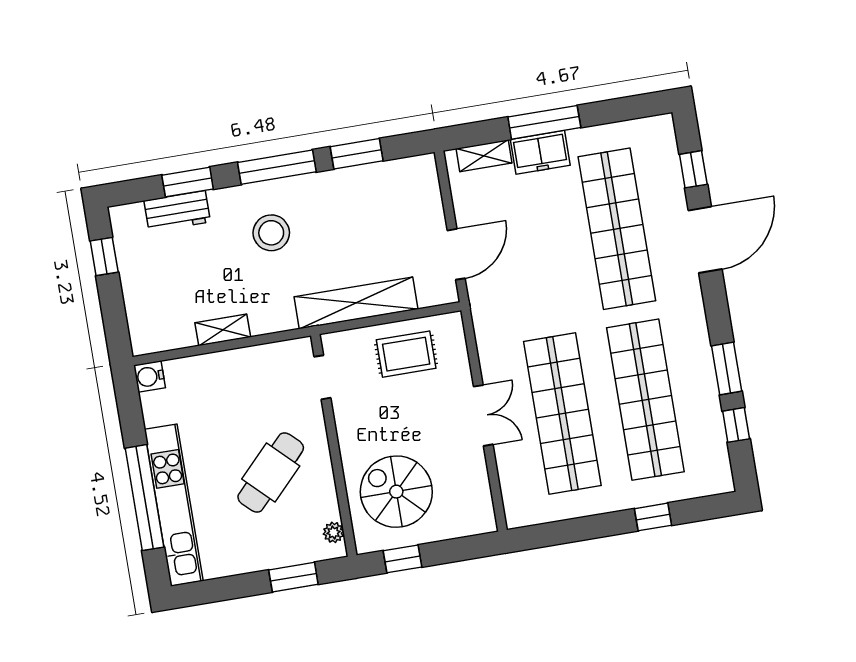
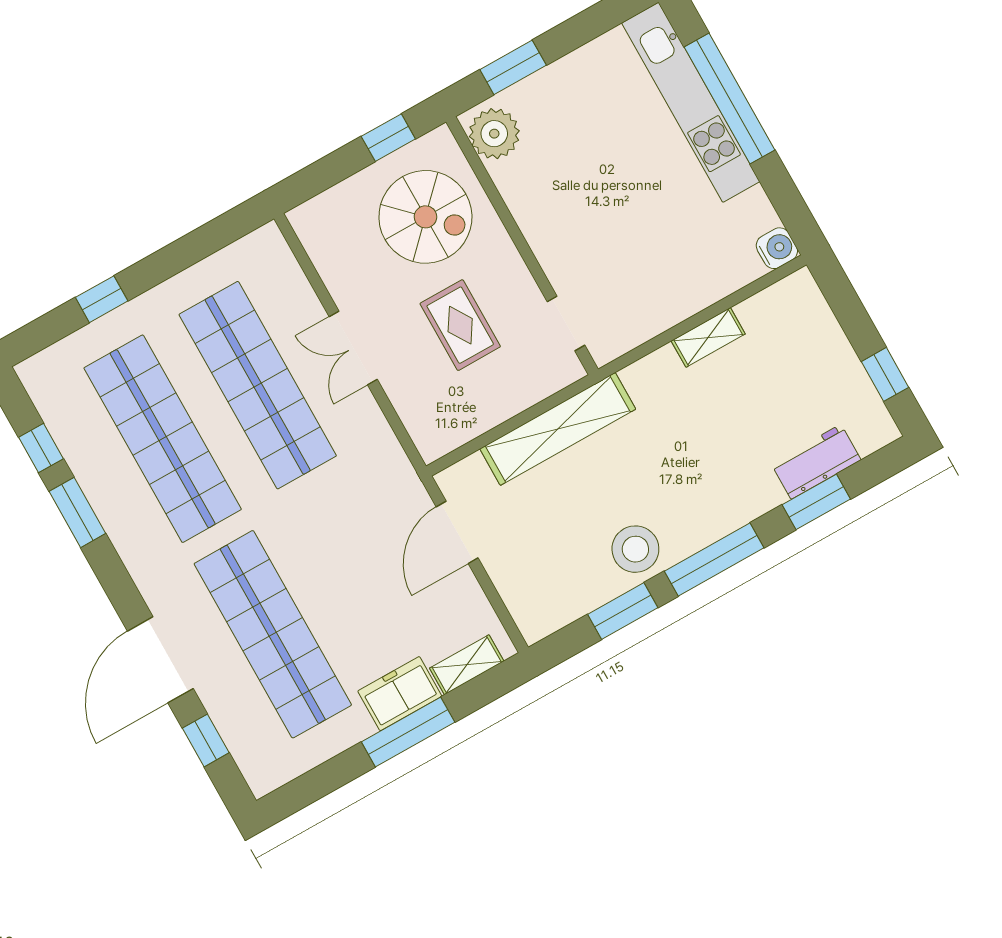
stool: (271, 233) -> (635, 549), moved
rug: (406, 354) -> (460, 325), moved, turned 90
cafe table: (271, 473) -> (587, 185), removed
plant: (334, 532) -> (494, 134), width x1.87, depth x1.87

